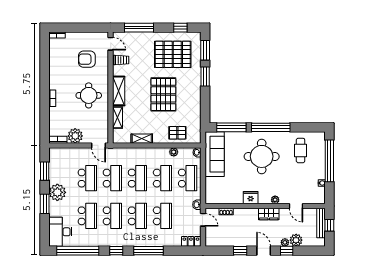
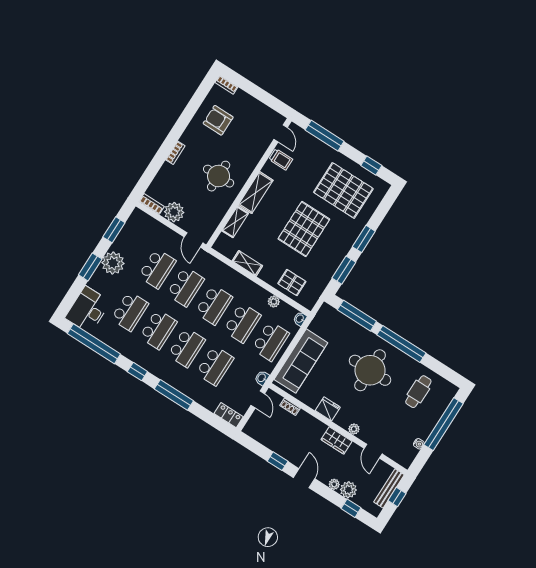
window: (205, 50) -> (344, 270), moved
armchair: (87, 59) -> (218, 120), moved
sofa: (215, 154) -> (301, 361), moved
window: (287, 251) -> (351, 508), moved

